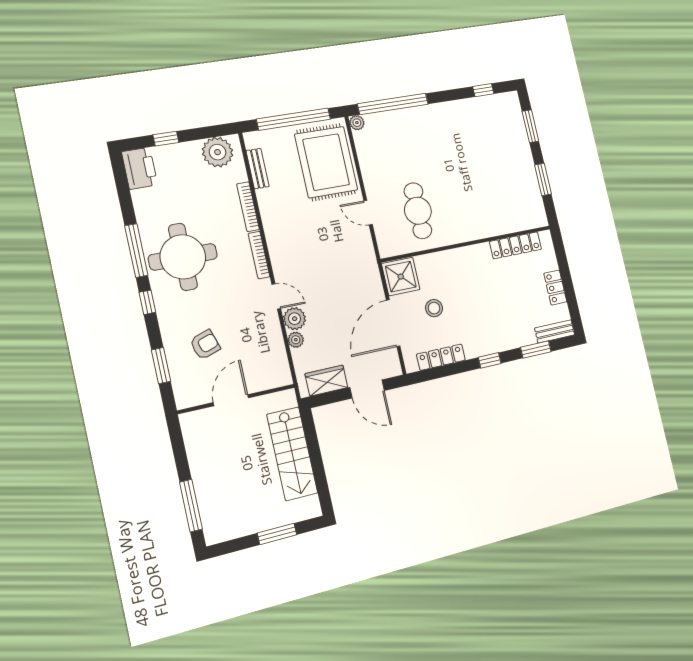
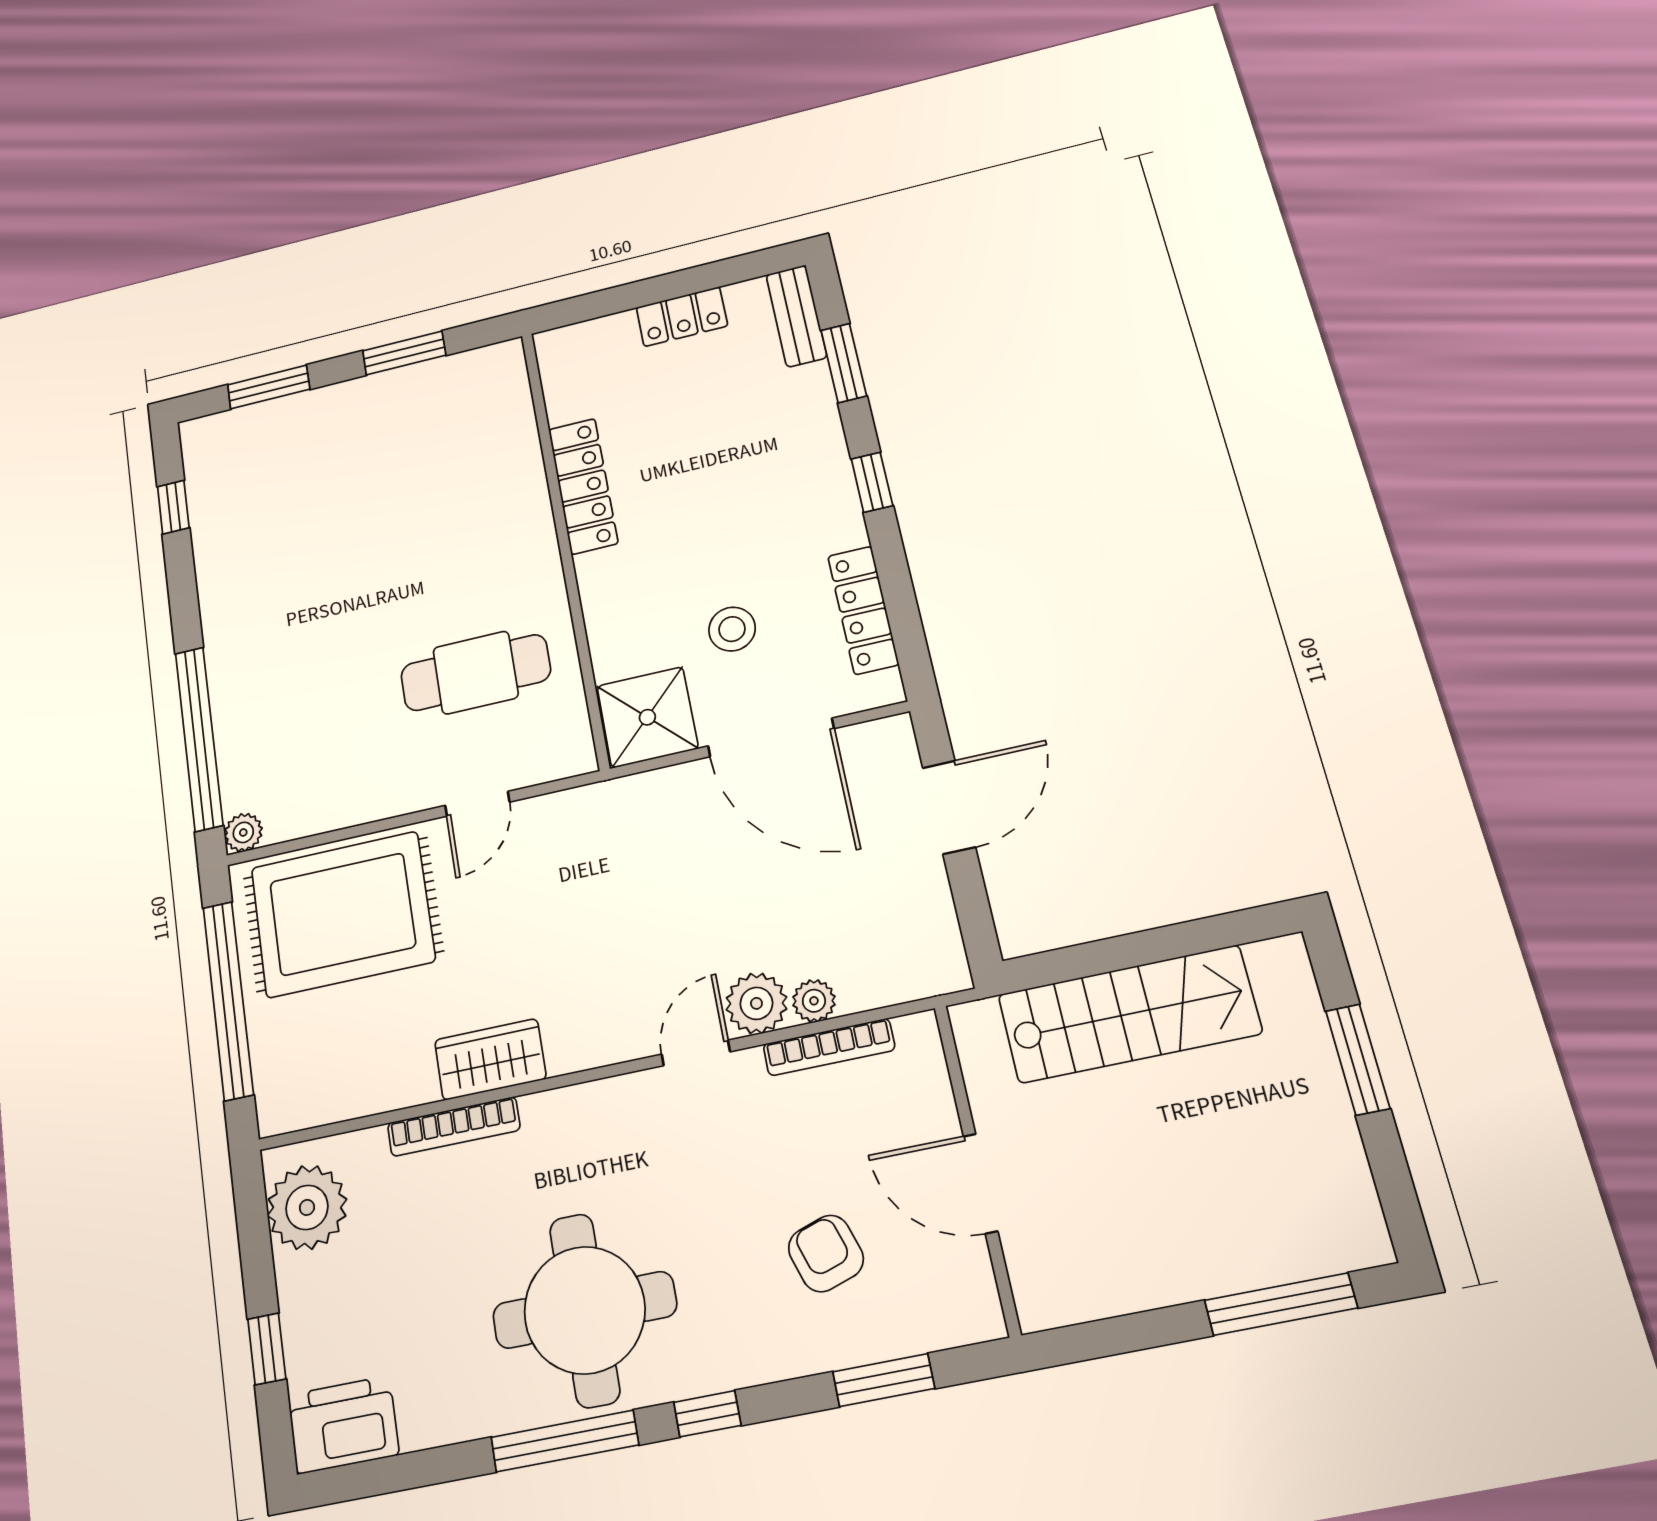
bench: (258, 169) -> (354, 1099), removed
locker: (516, 245) -> (583, 486), moved
bookcase: (259, 255) -> (829, 1047), moved
wardrobe: (326, 381) -> (490, 1059), moved, turned 90

